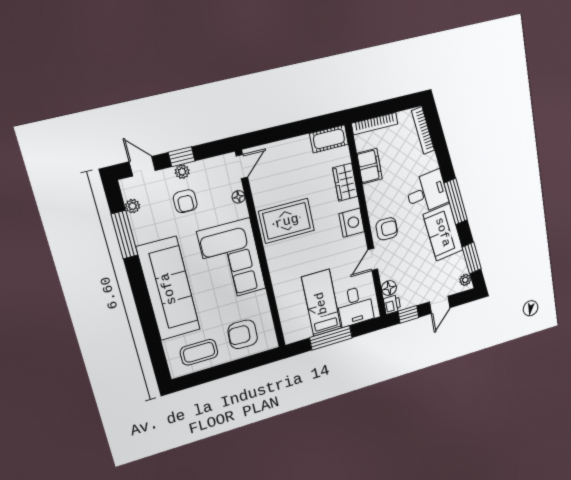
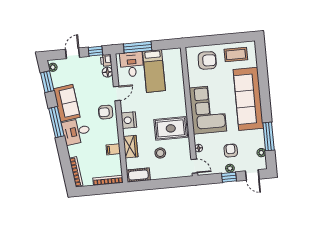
filing cabinet: (370, 166) -> (113, 149), width x0.50
door: (242, 167) -> (194, 166), swing flipped
stool: (299, 179) -> (160, 153), added
window: (331, 338) -> (138, 47), moved

